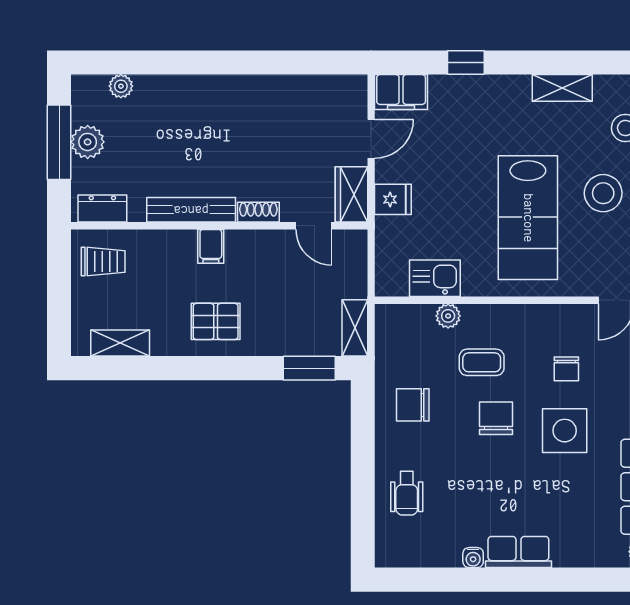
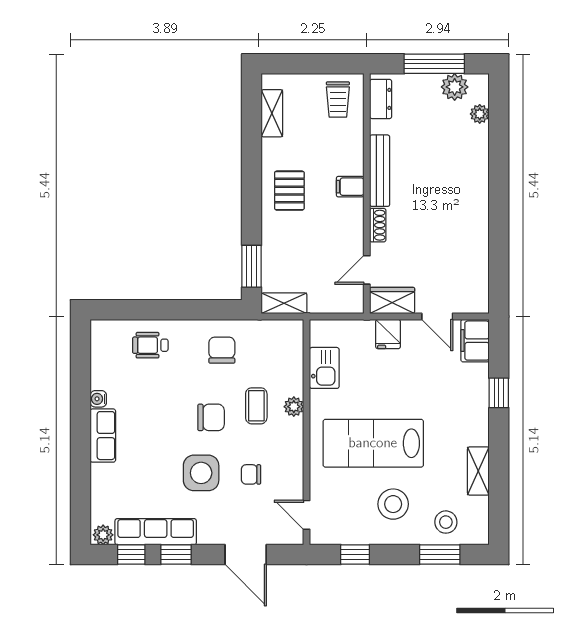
plant: (88, 142) -> (455, 87), moved
plant: (448, 316) -> (294, 407), moved

